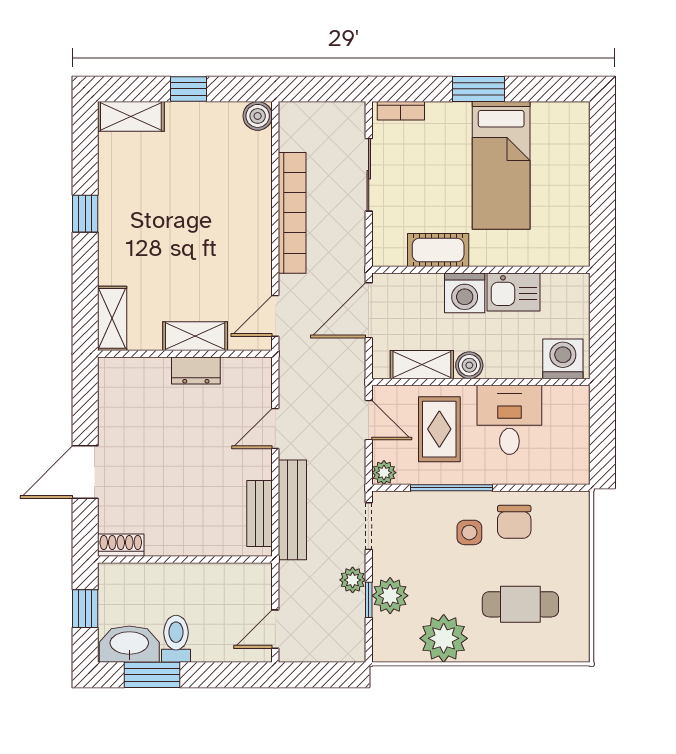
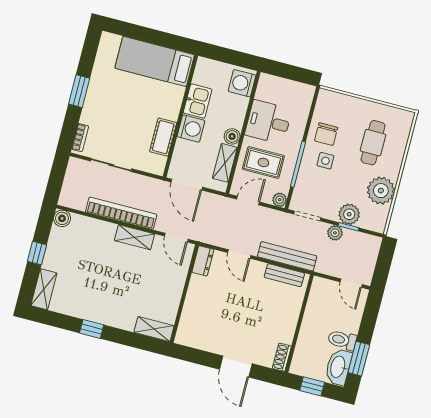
bed: (501, 165) -> (155, 61), moved, turned 180
shelving: (195, 336) -> (134, 237), moved, turned 90
dresser: (196, 371) -> (203, 261), moved
chair: (514, 522) -> (326, 134), turned 90

